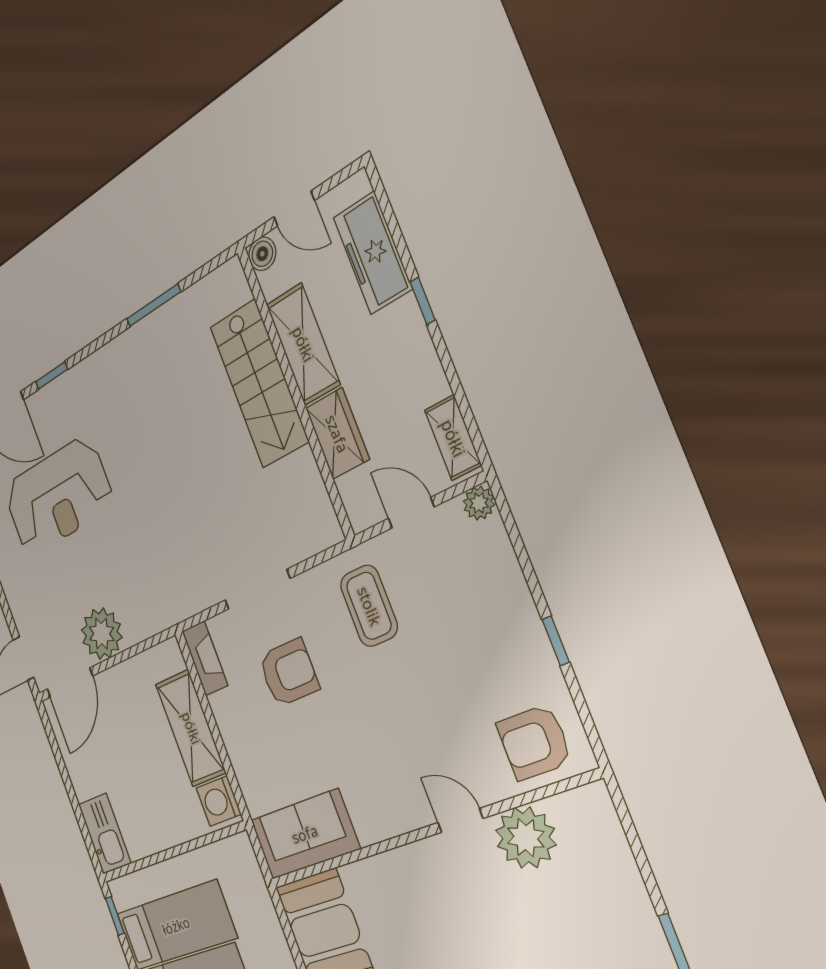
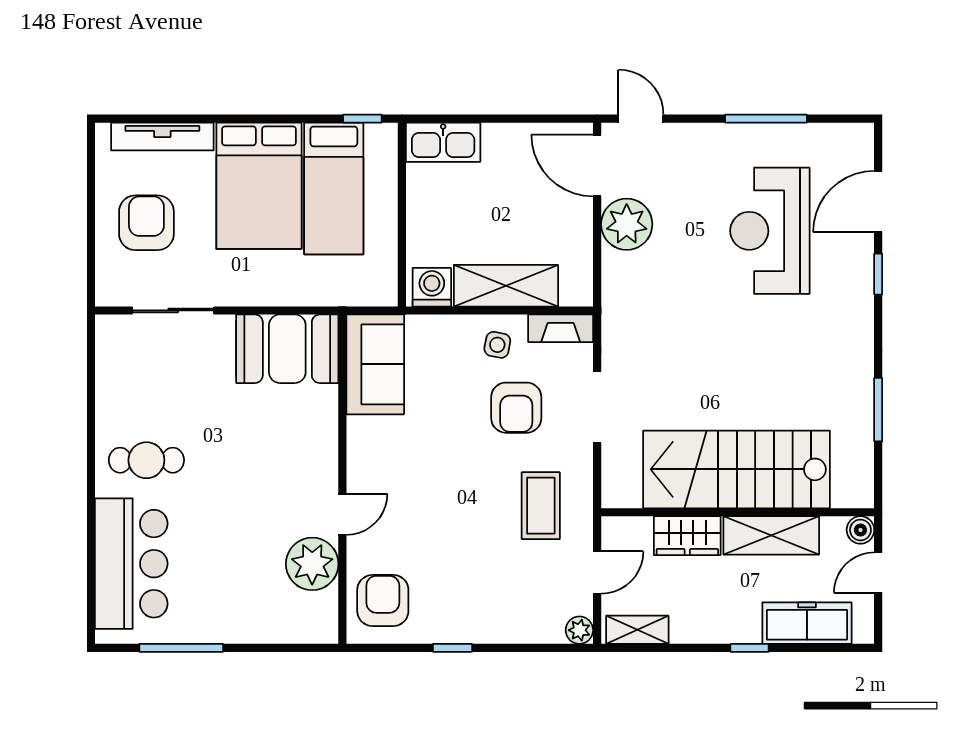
stairs: (259, 384) -> (737, 469), width x1.36, depth x1.51
coffee table: (369, 606) -> (541, 506), turned 90
side table: (242, 716) -> (497, 345), added

